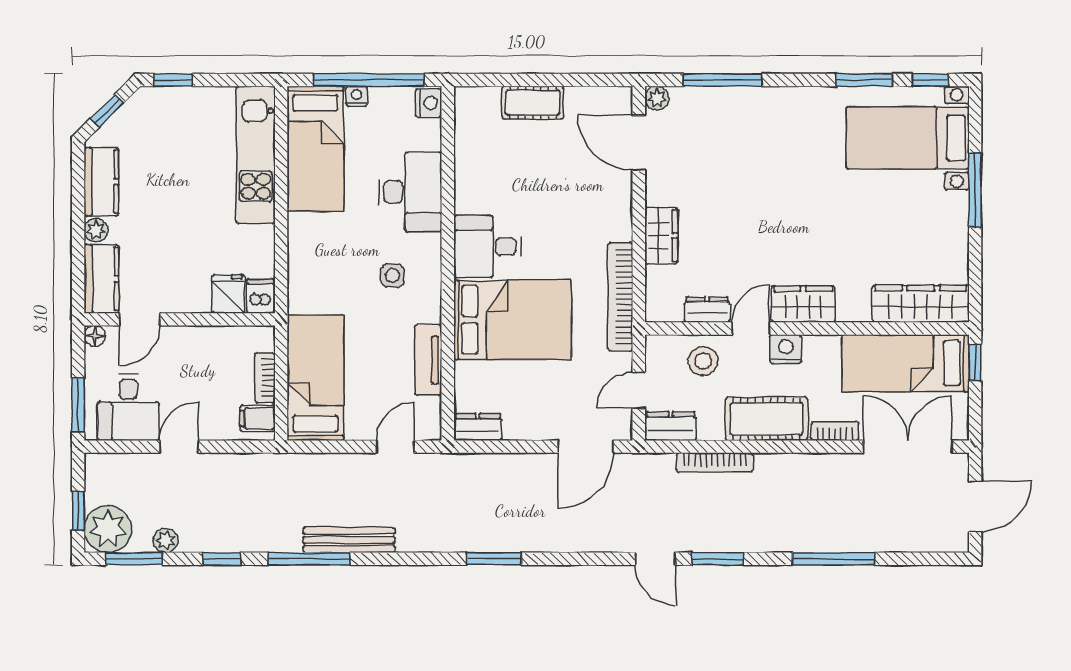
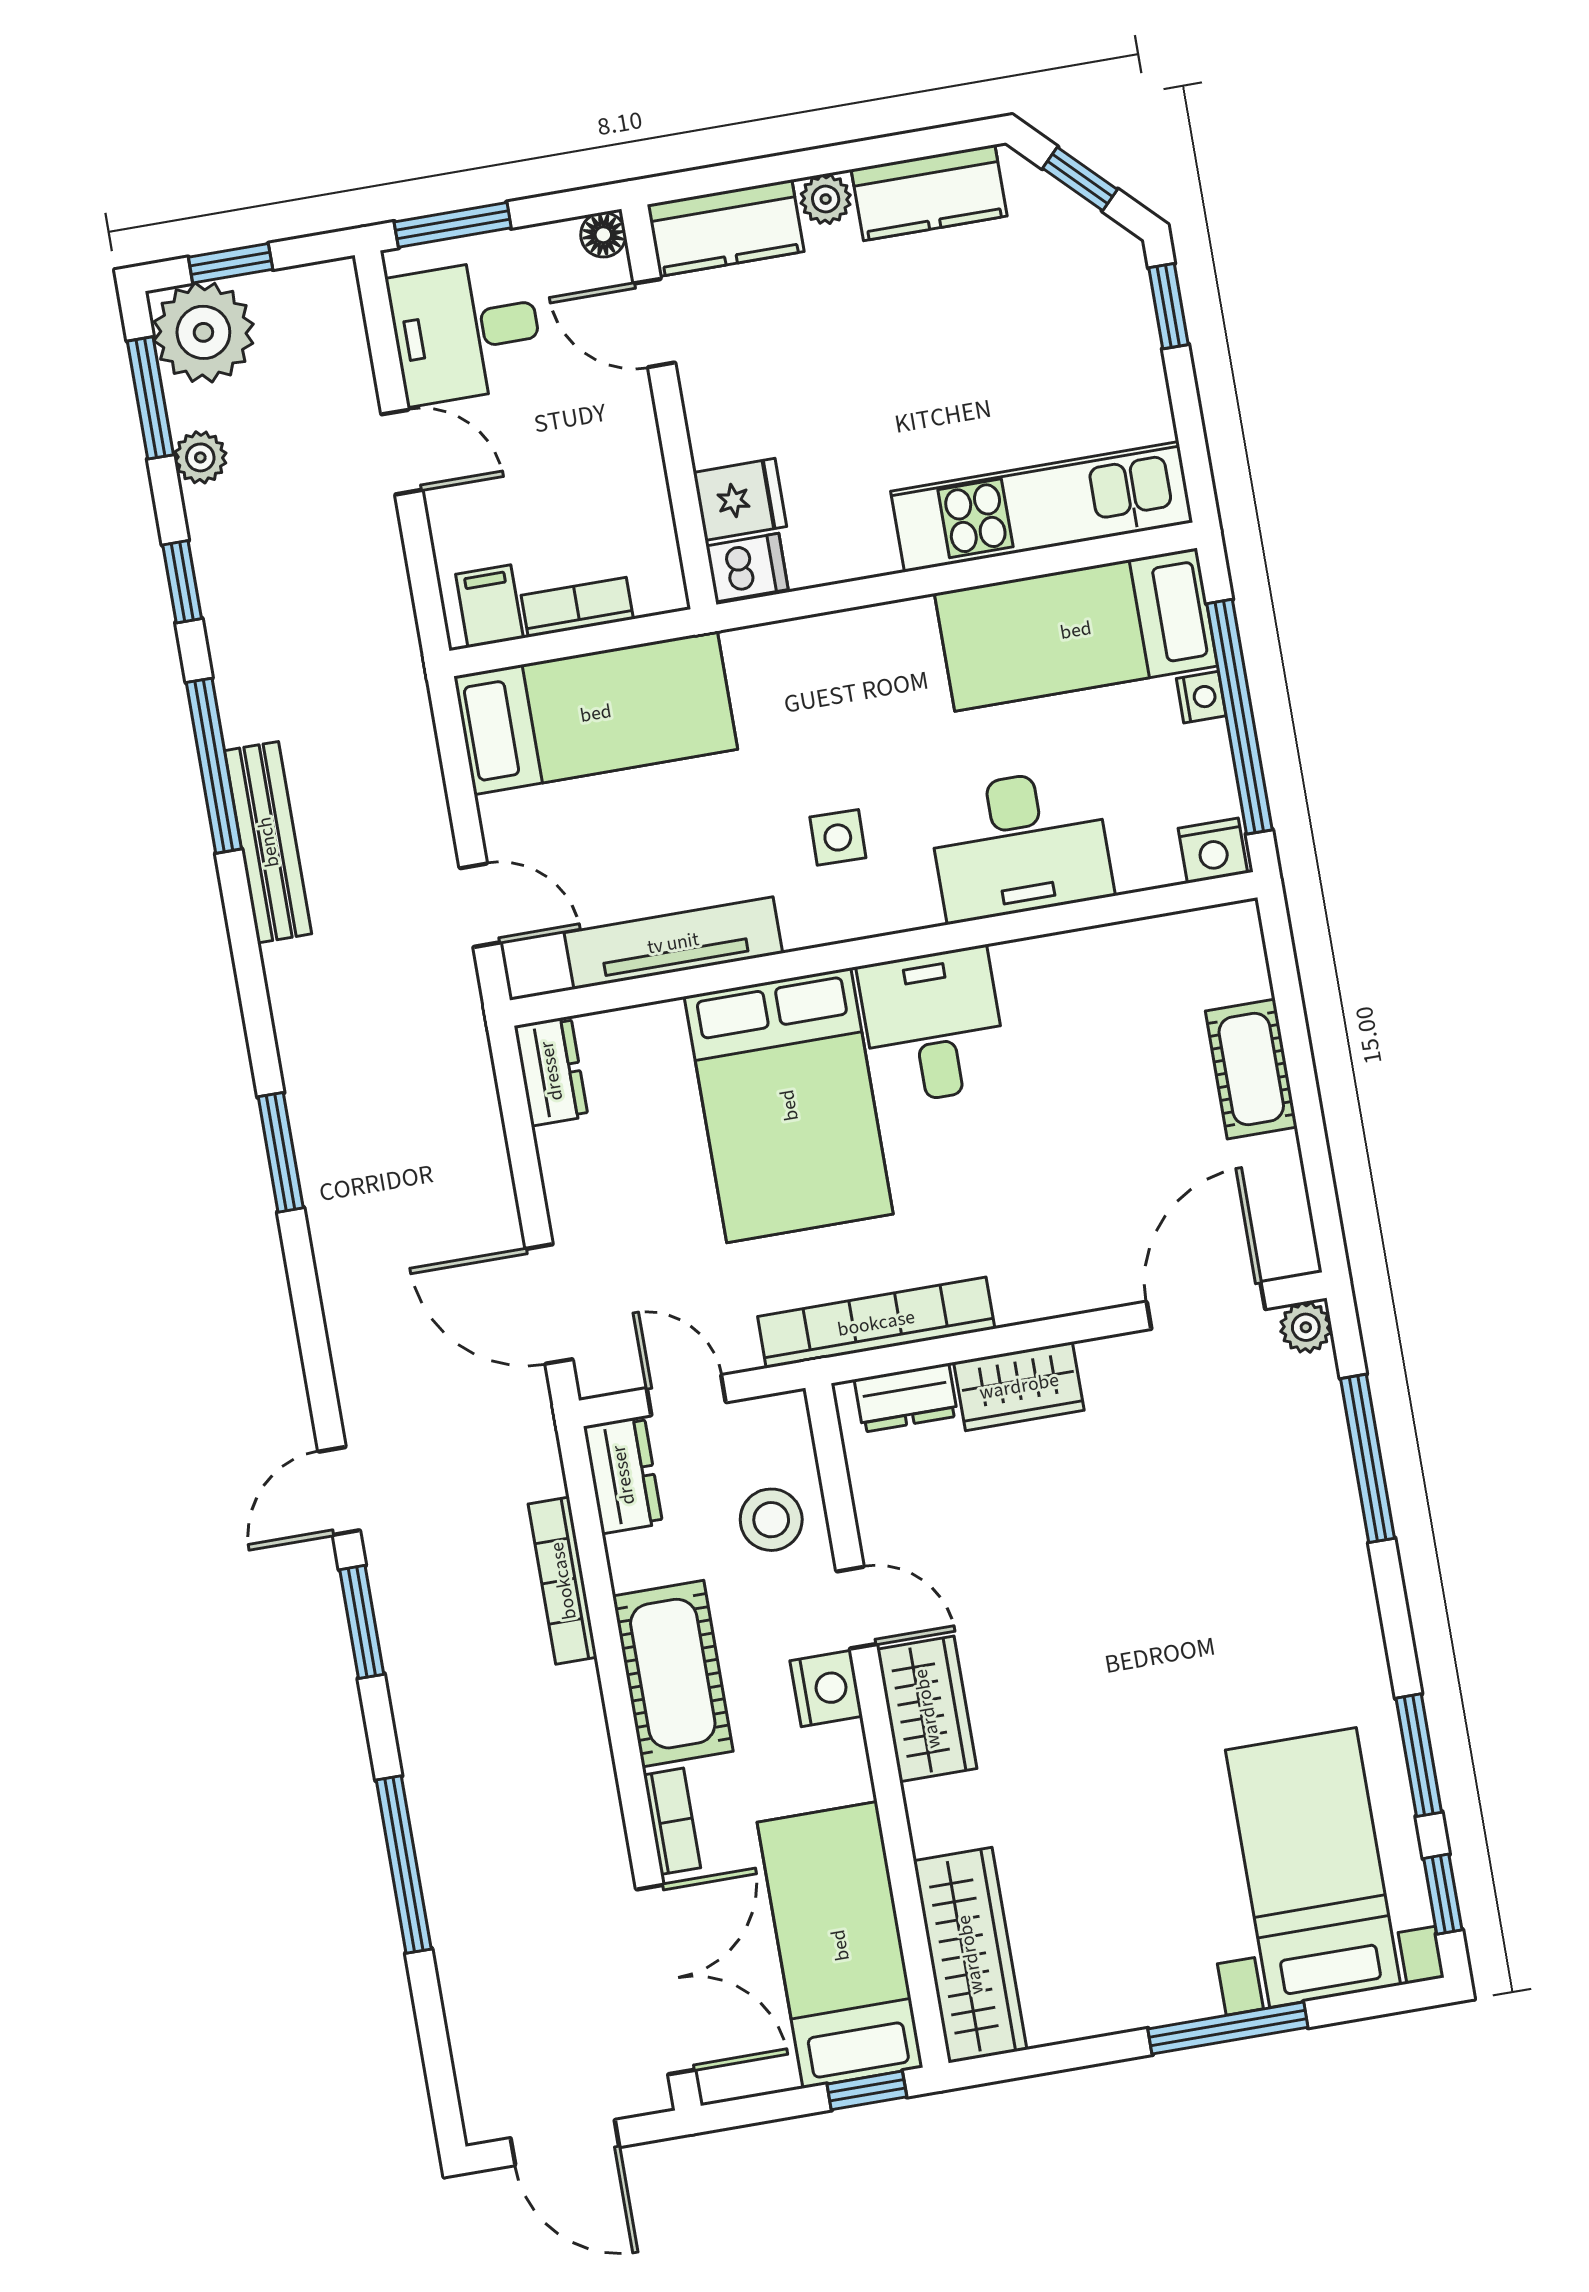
dresser: (707, 310) -> (906, 1398), moved, turned 90
tv unit: (428, 360) -> (673, 943), width x1.41

